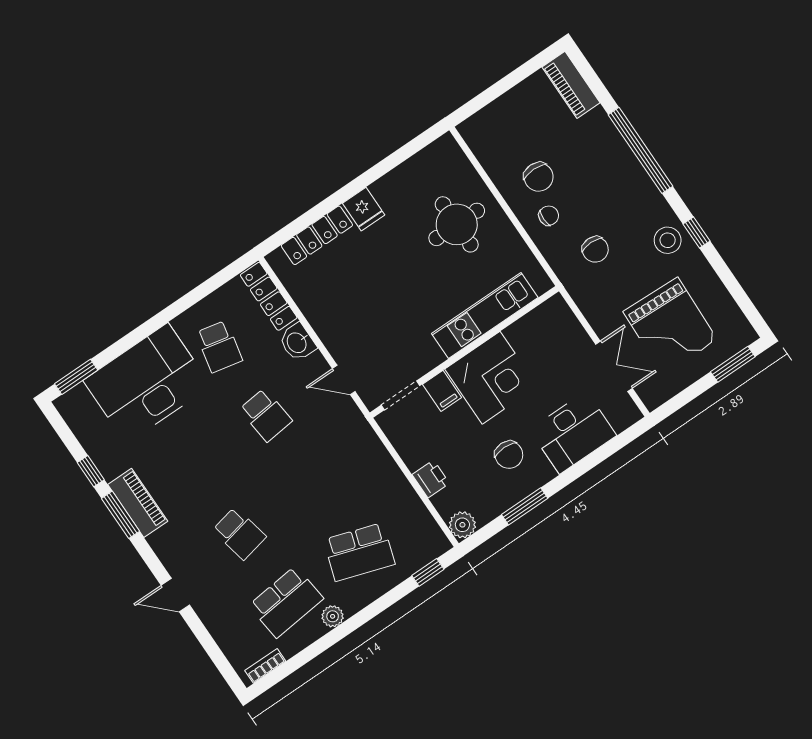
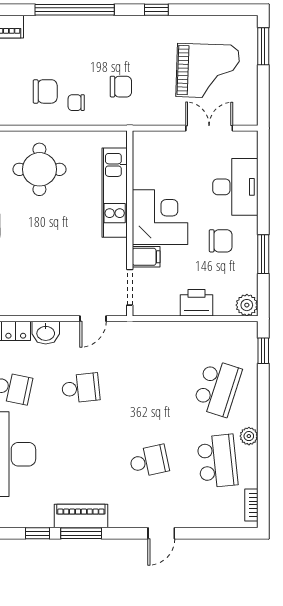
chair: (549, 216) -> (76, 103), turned -90
stool: (668, 240) -> (148, 33), removed
printer: (431, 479) -> (196, 303), width x1.36, depth x1.24

